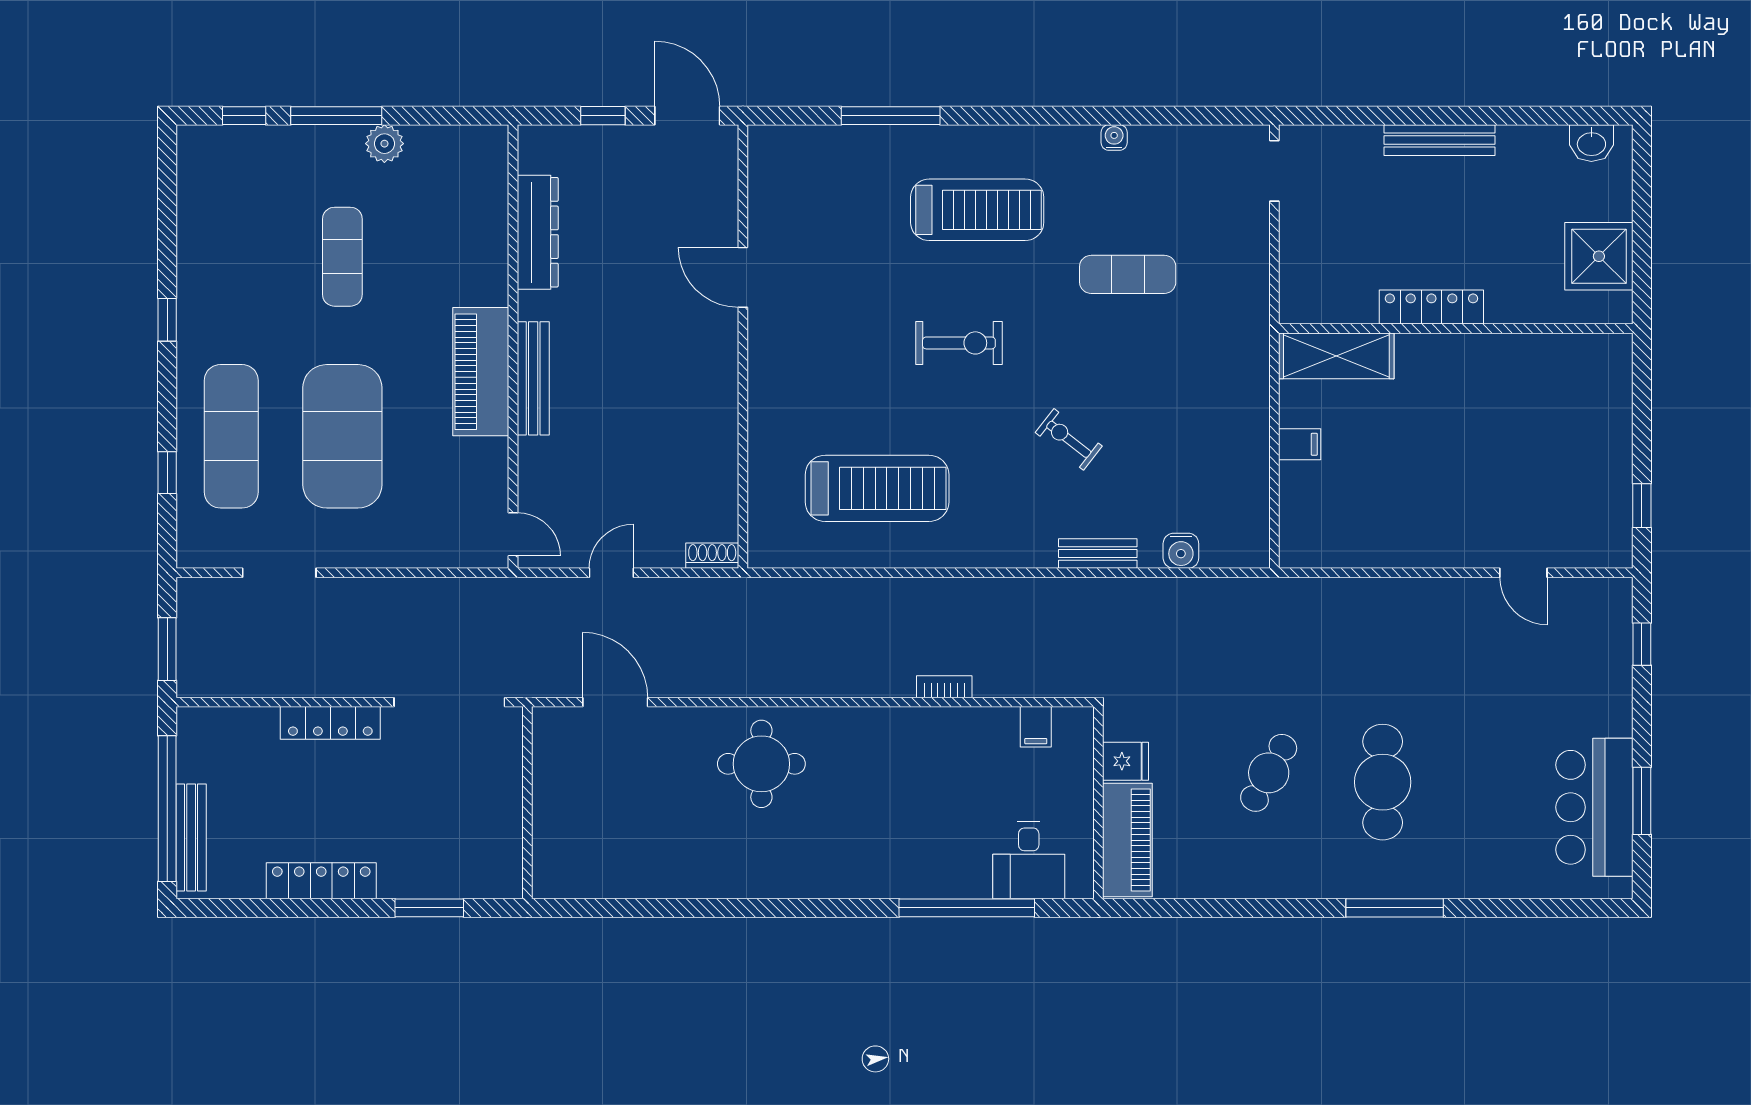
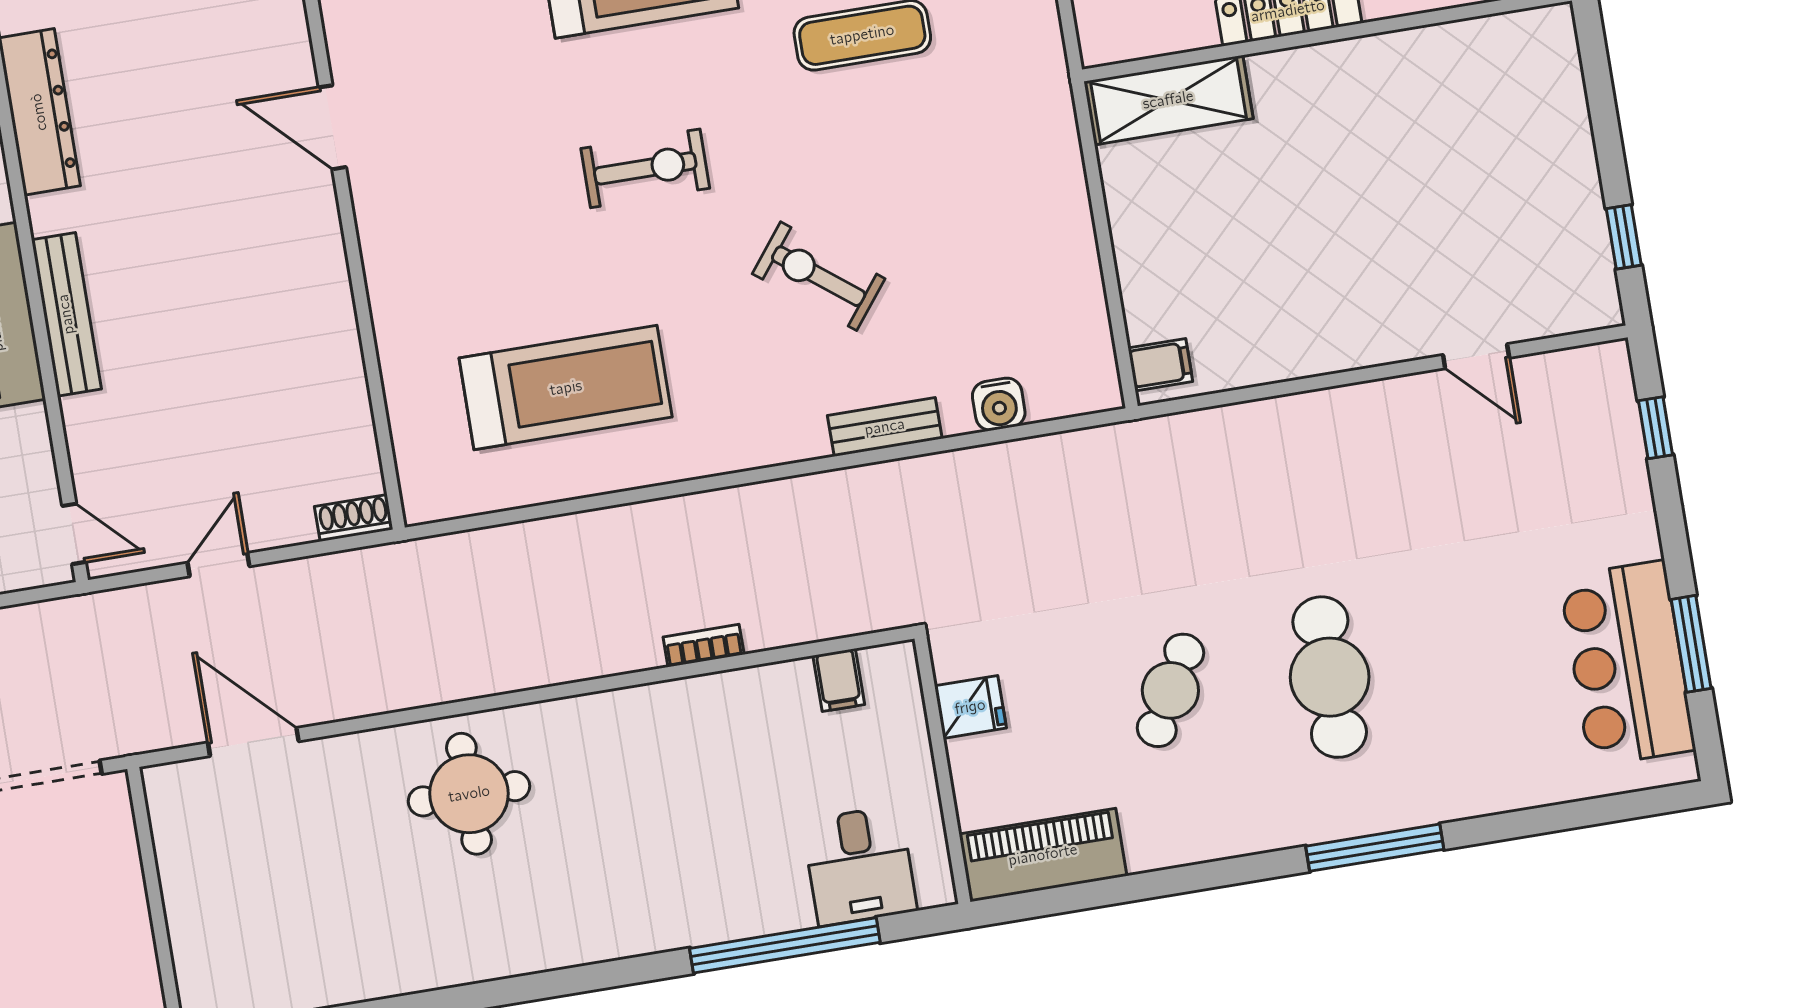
exercise bike: (1069, 439) -> (819, 276), width x1.38, depth x1.39
filing cabinet: (1300, 444) -> (1160, 365), moved
piano: (1127, 840) -> (1043, 855), moved, turned -90

